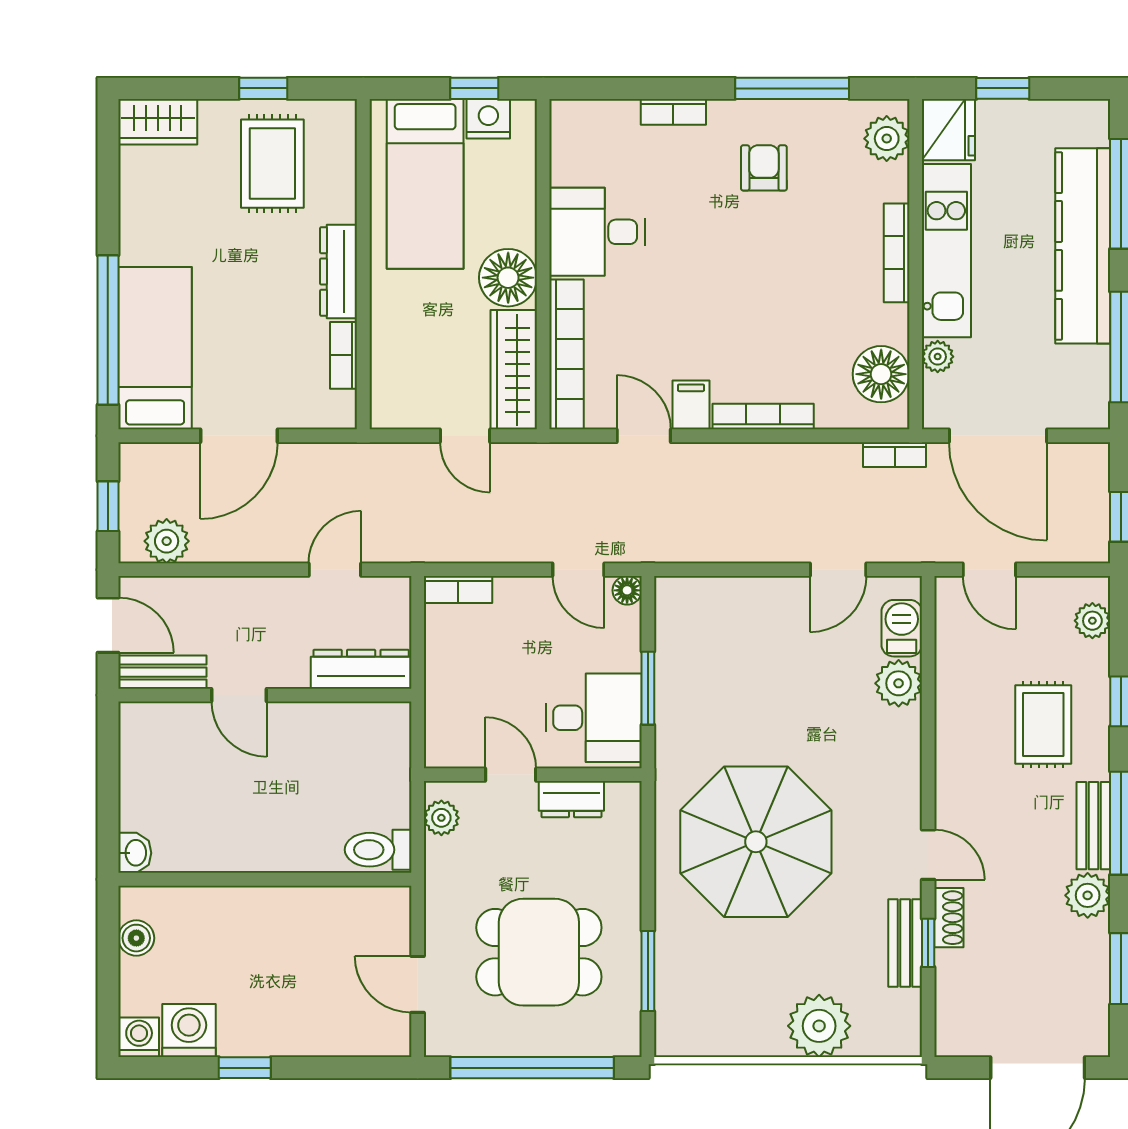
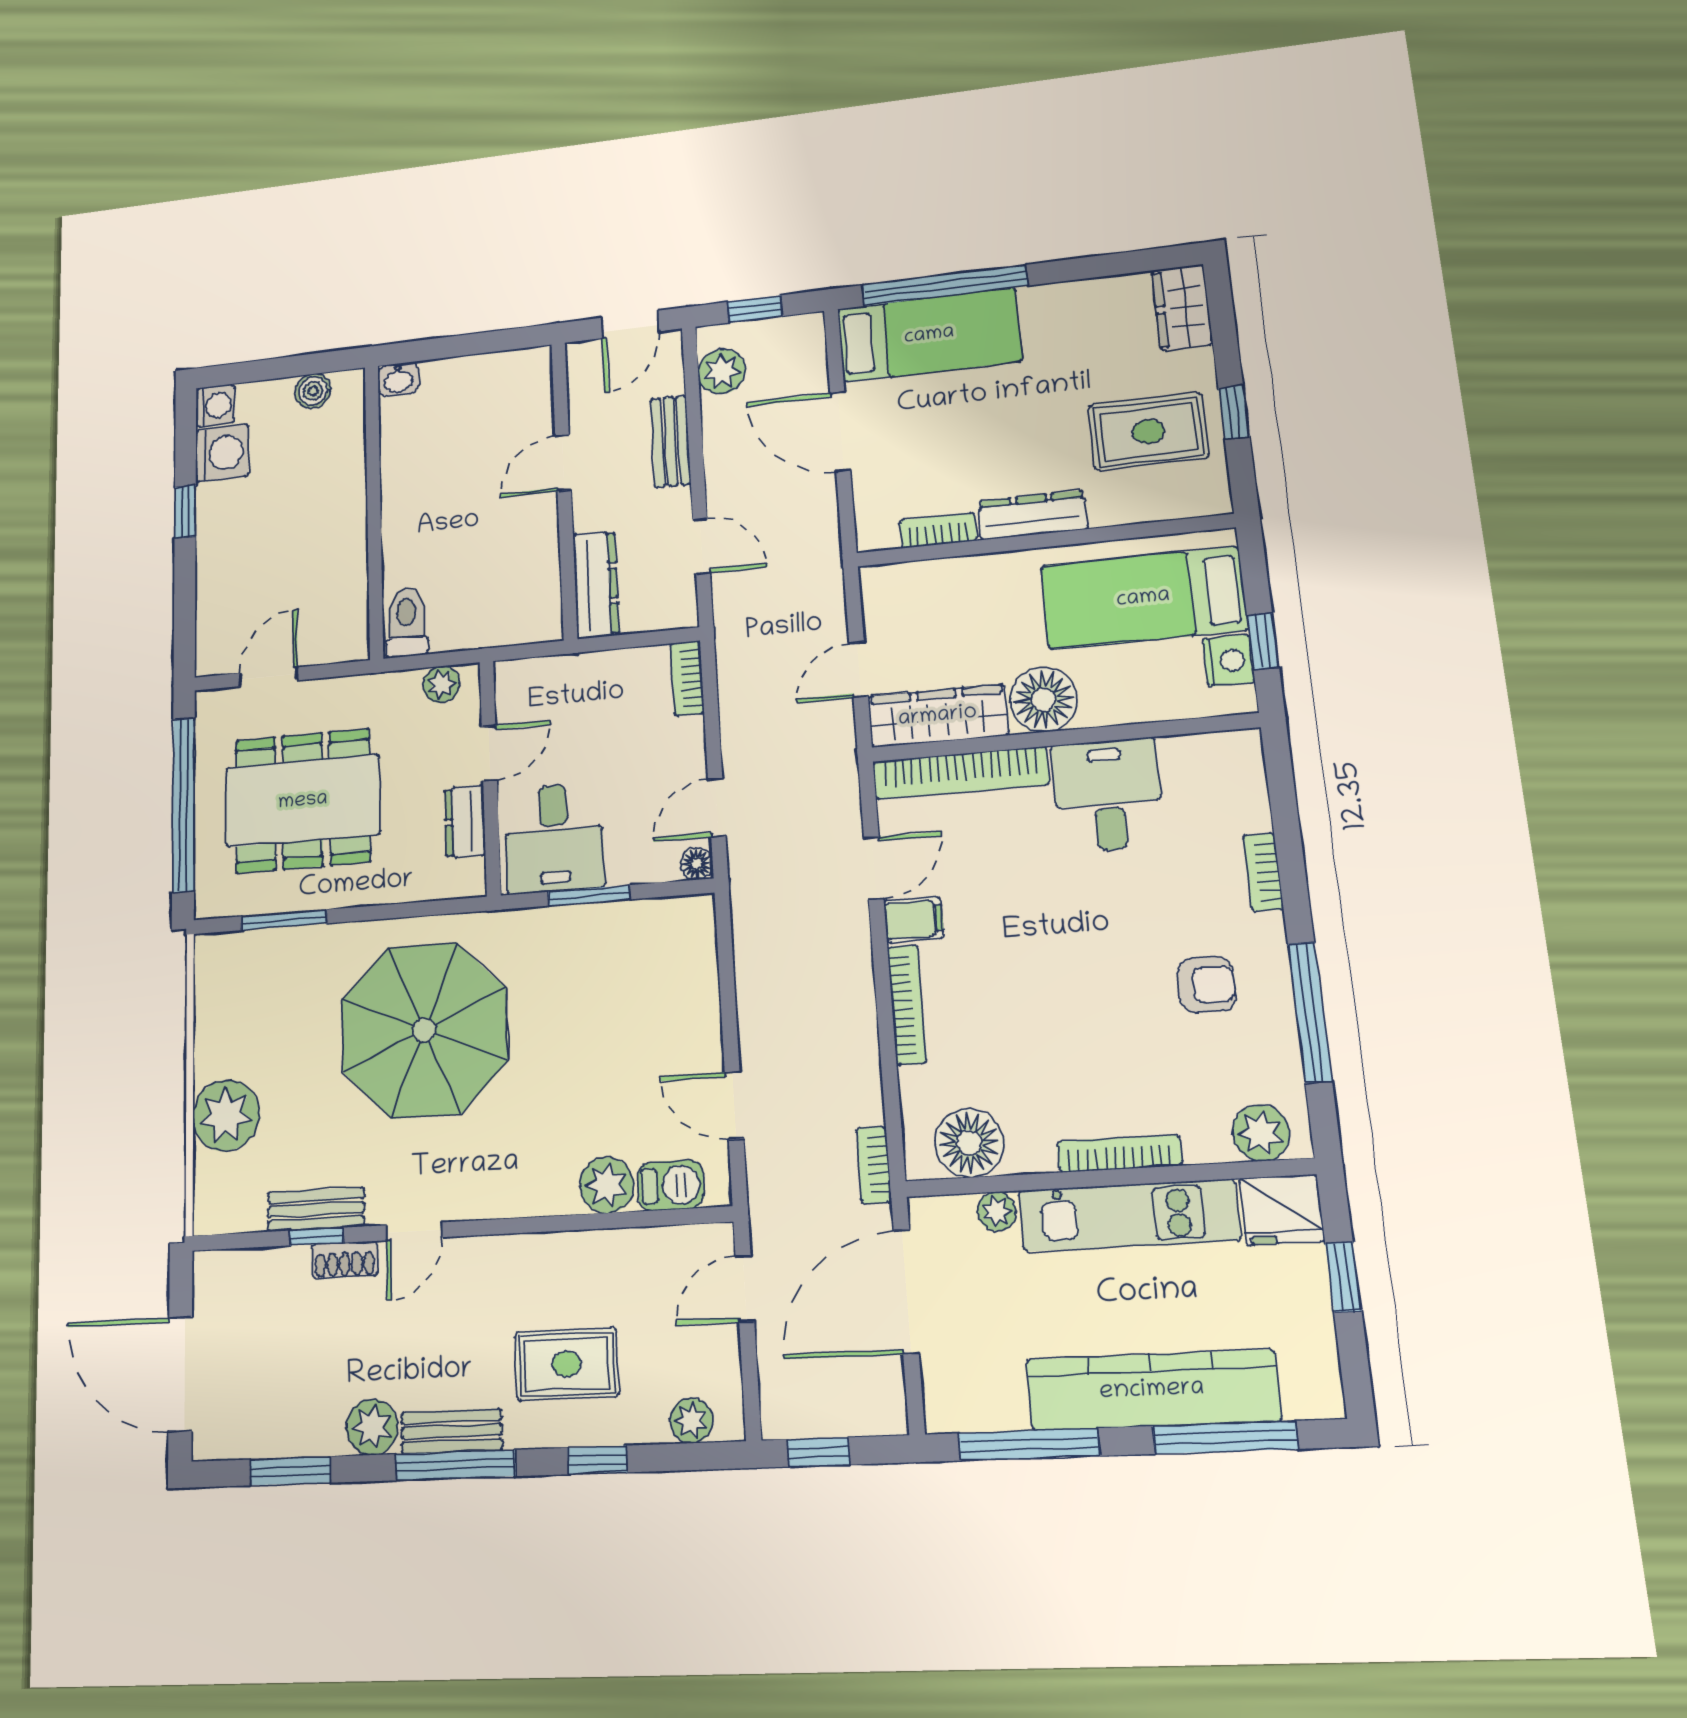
bench: (162, 672) -> (671, 441), moved
dining table: (539, 952) -> (303, 801), width x1.38

